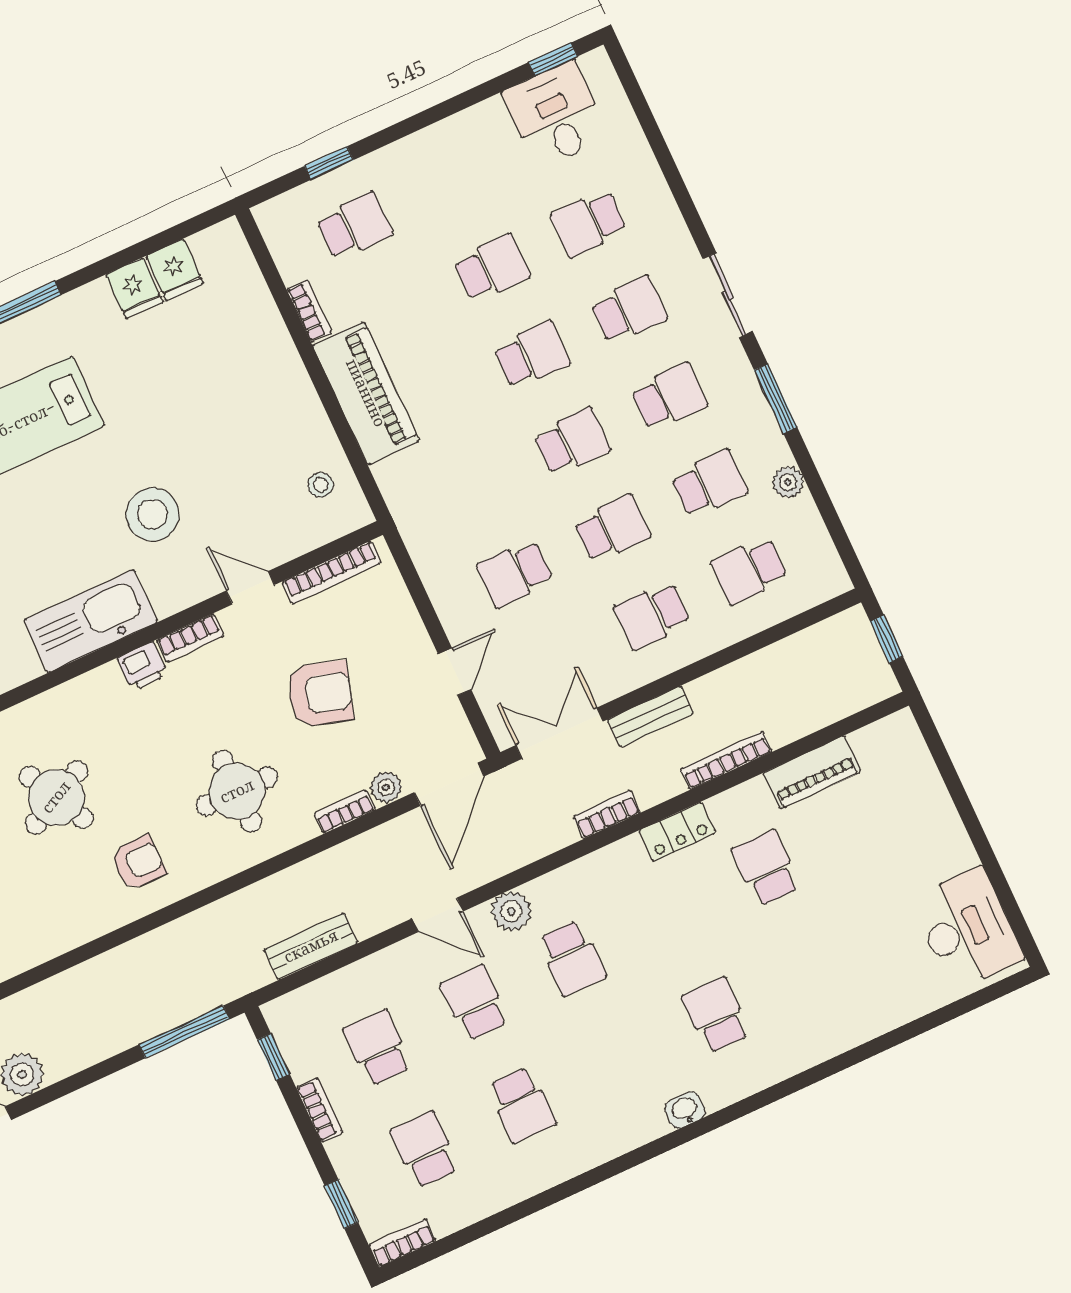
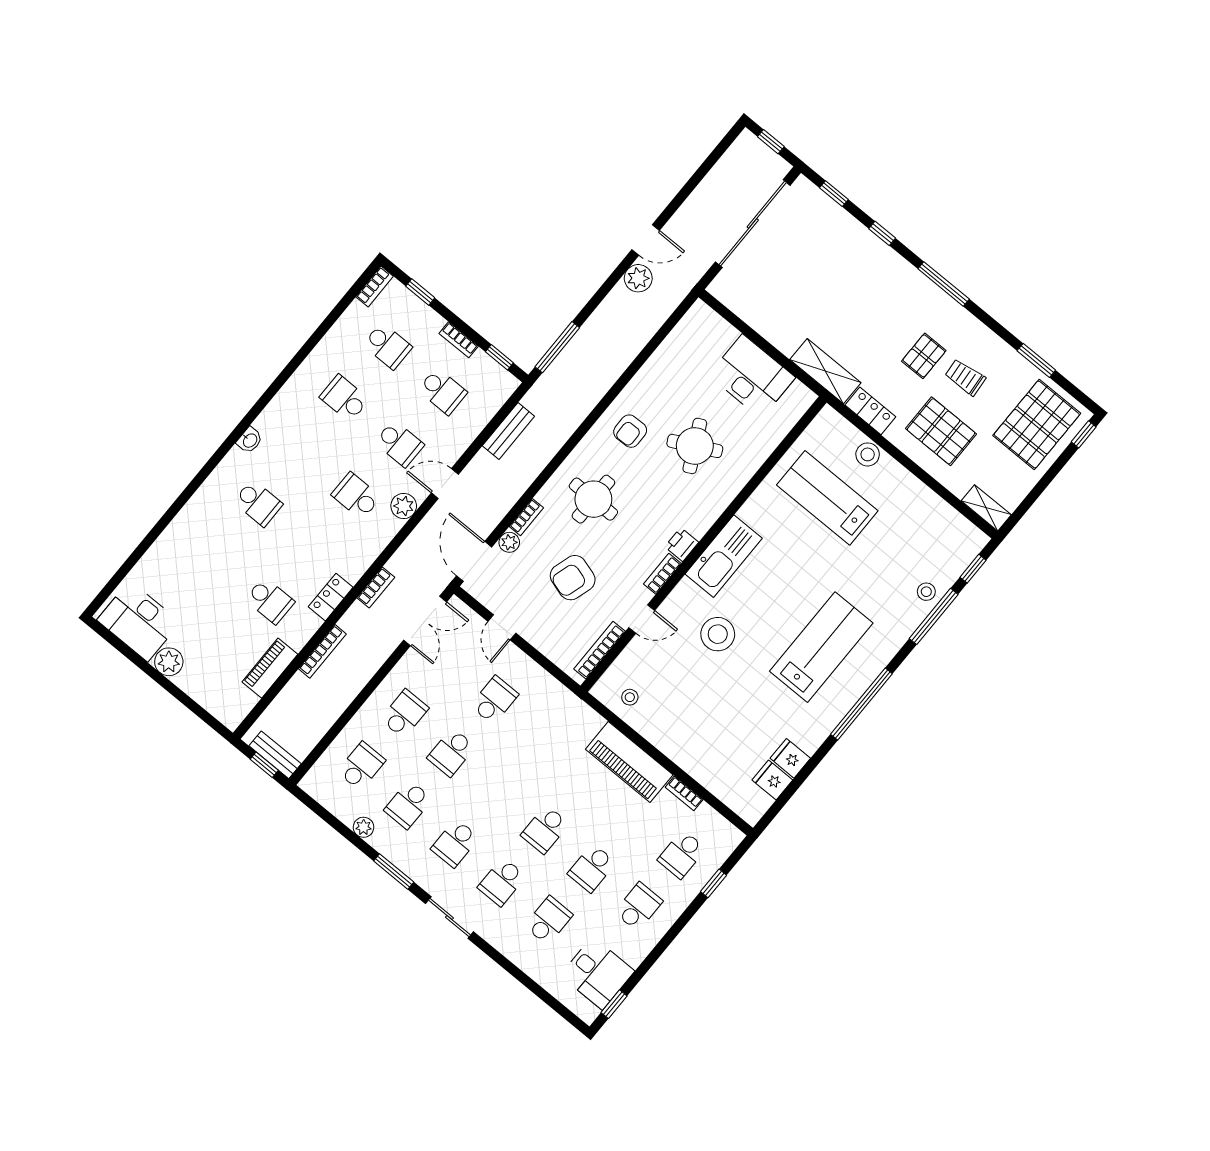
school desk: (572, 442) -> (639, 907), moved, turned 180
bench: (650, 717) -> (275, 755), moved, turned 90
plant: (952, 850) -> (169, 662), added

